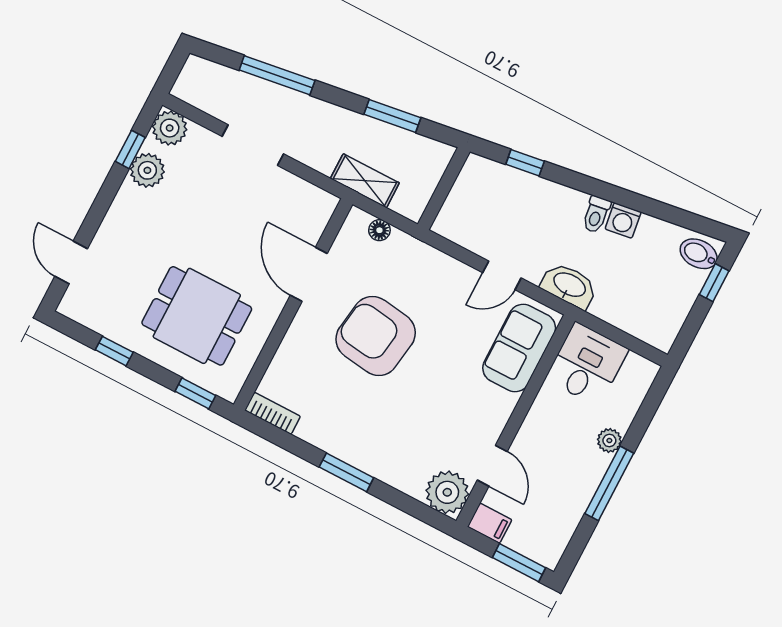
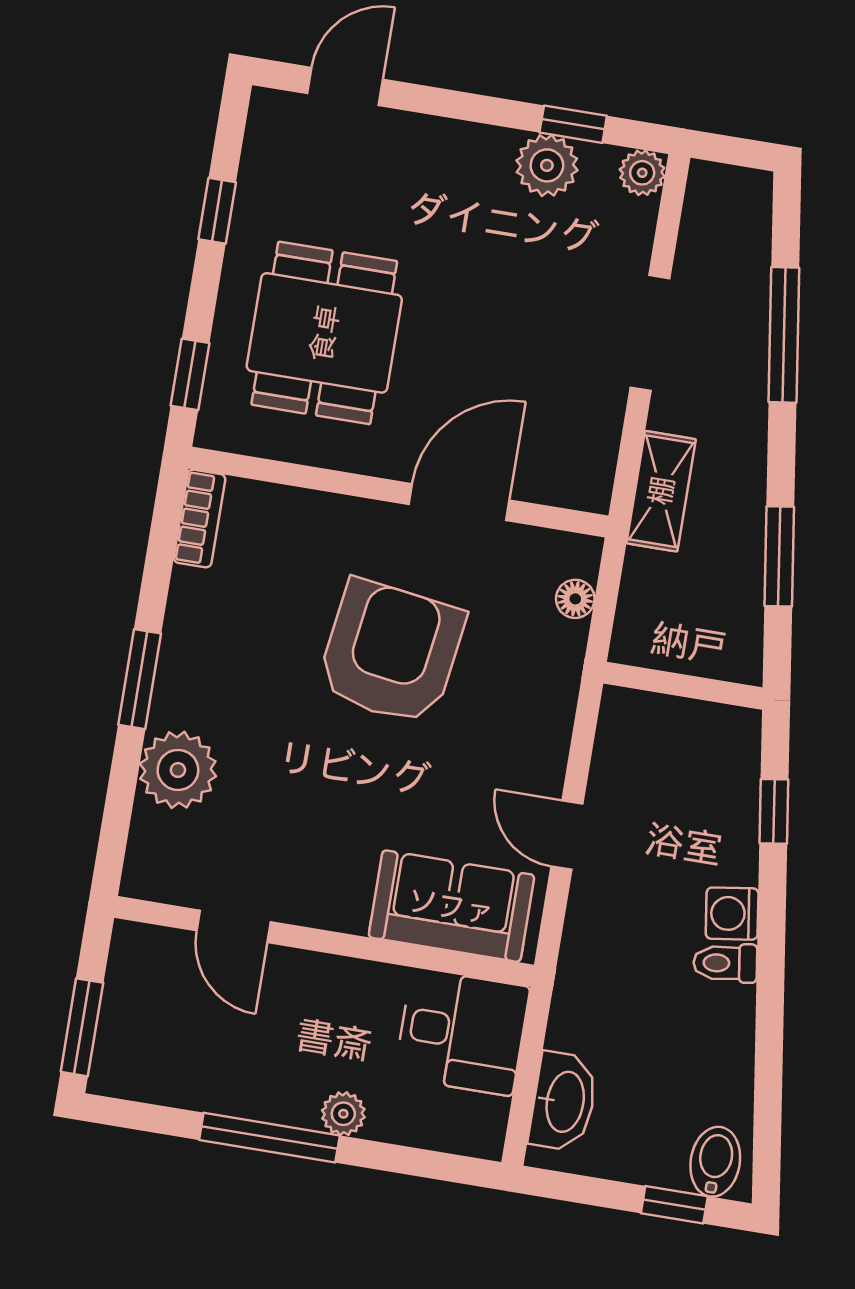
plant: (170, 128) -> (642, 173), width x0.73, depth x0.73
shelving: (365, 181) -> (661, 491), moved
washing machine: (623, 220) -> (732, 914), moved
washbasin: (569, 285) -> (563, 1102), moved
door: (492, 466) -> (234, 926), hinge flipped
plant: (447, 492) -> (178, 770), moved
filing cabinet: (490, 523) -> (133, 954), removed

